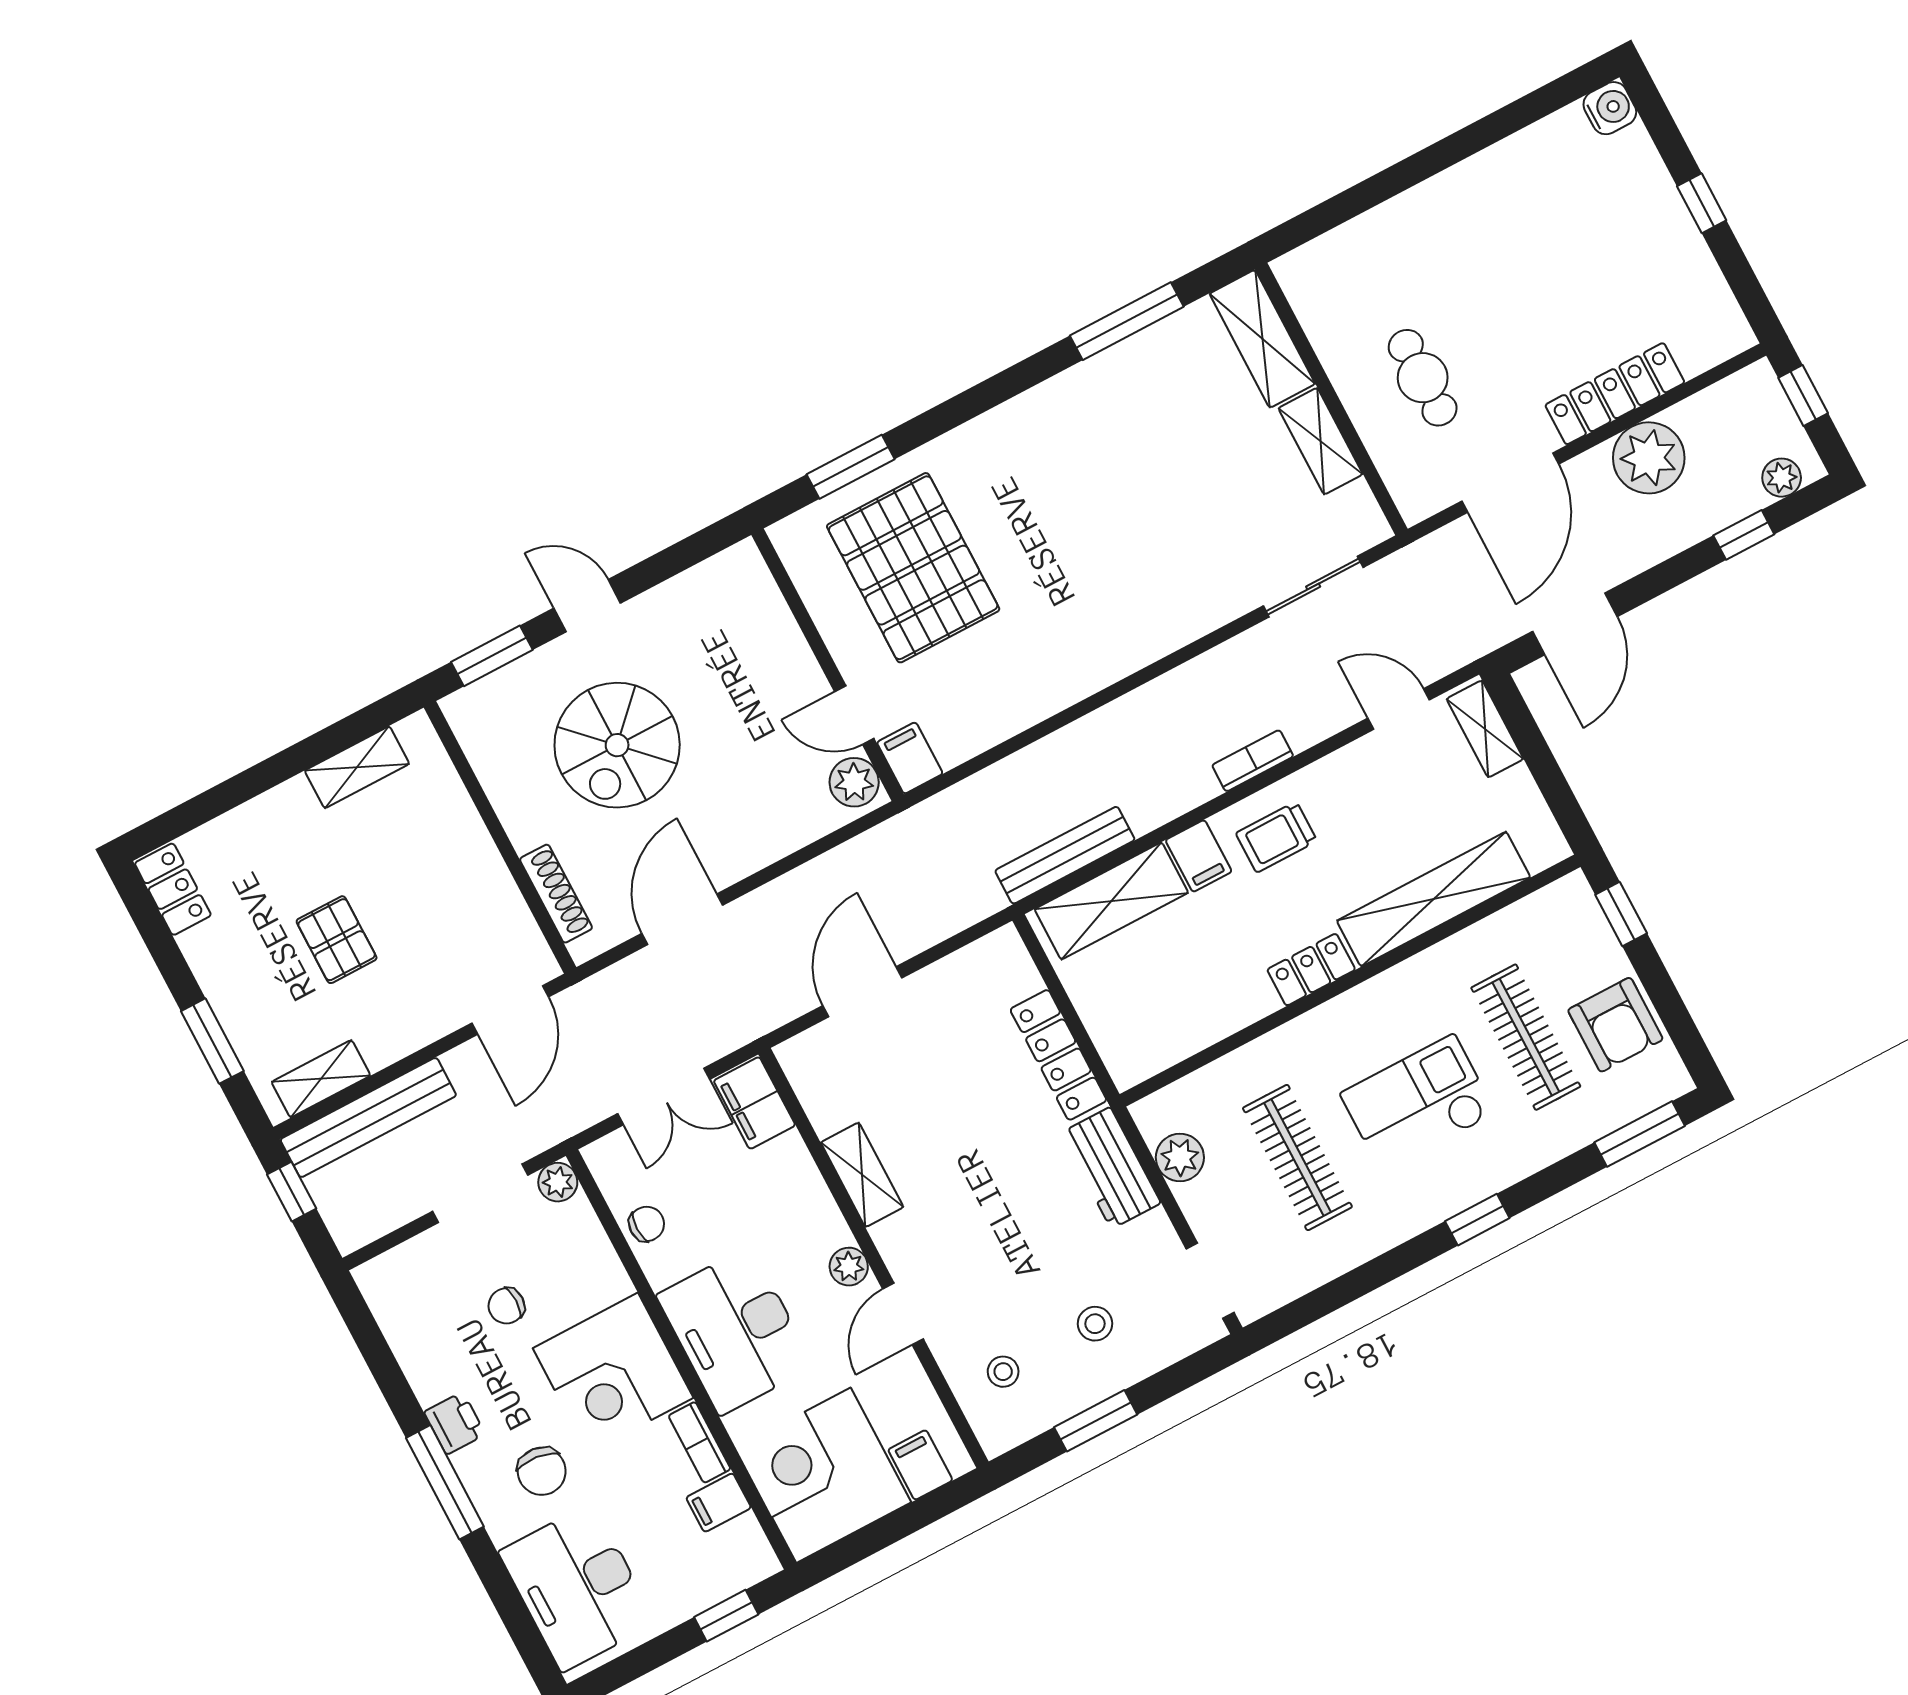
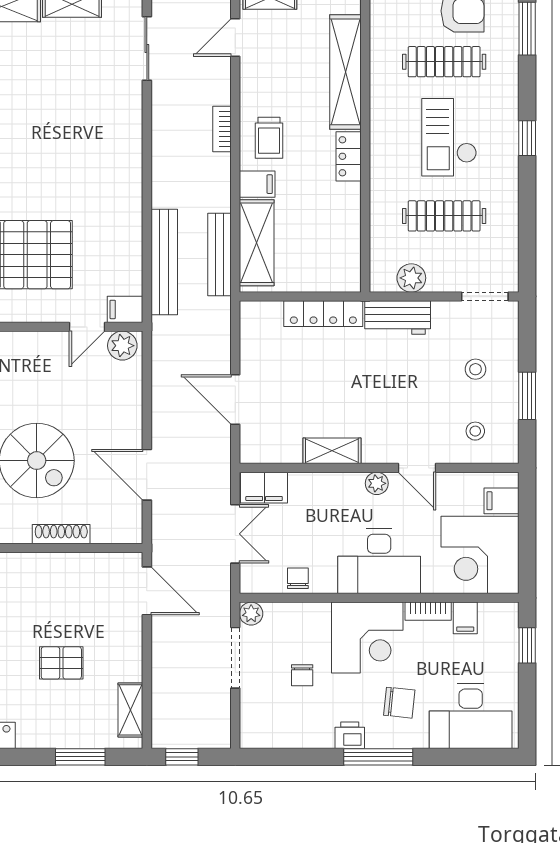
shoe rack: (556, 894) -> (61, 534), moved
bench: (368, 1117) -> (164, 262), moved

